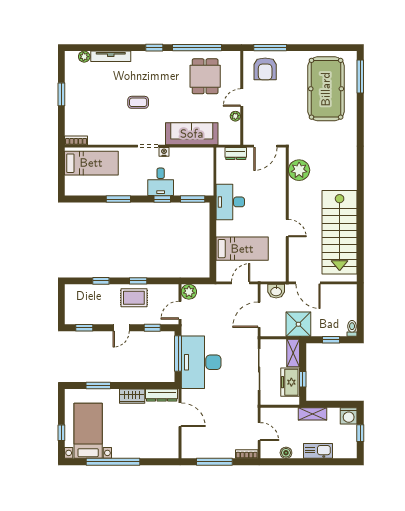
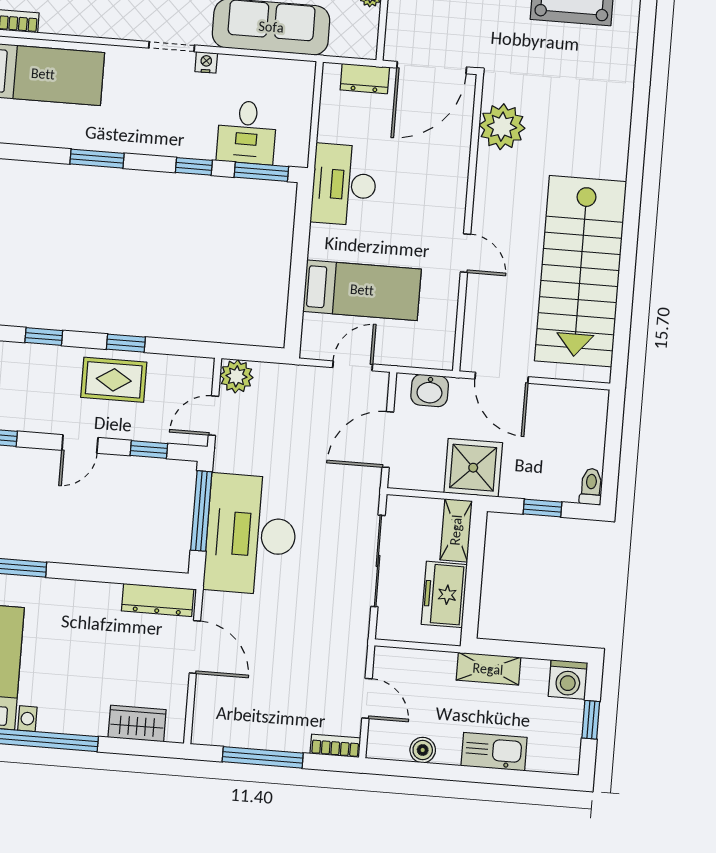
door: (265, 146) -> (432, 68), width x1.36
desk: (161, 182) -> (247, 132), moved
window: (303, 379) -> (473, 590), removed
wardrobe: (132, 396) -> (137, 724), moved, turned 180

